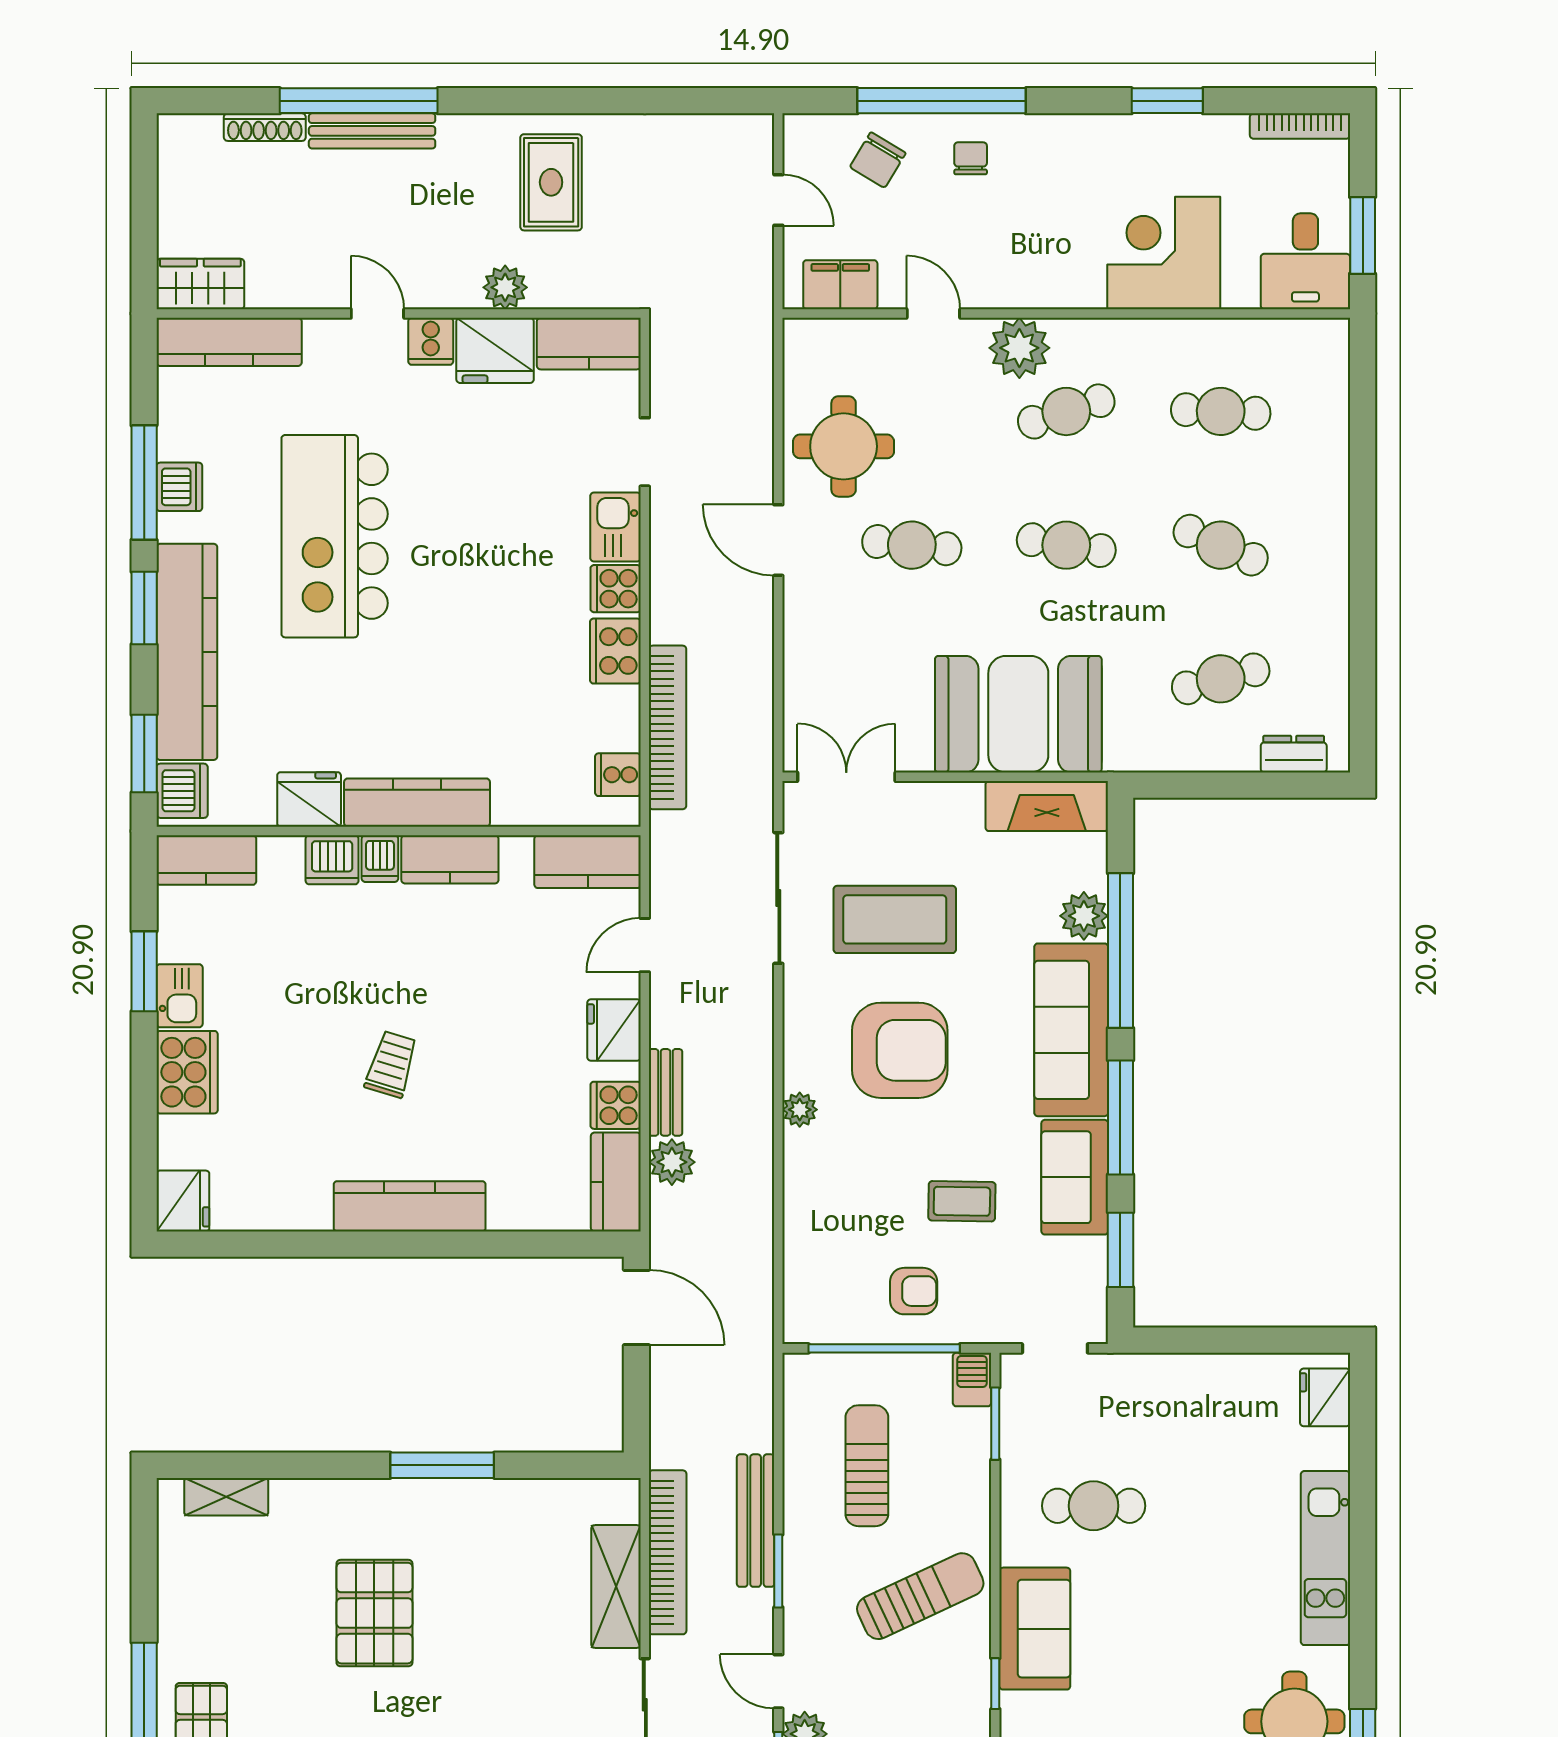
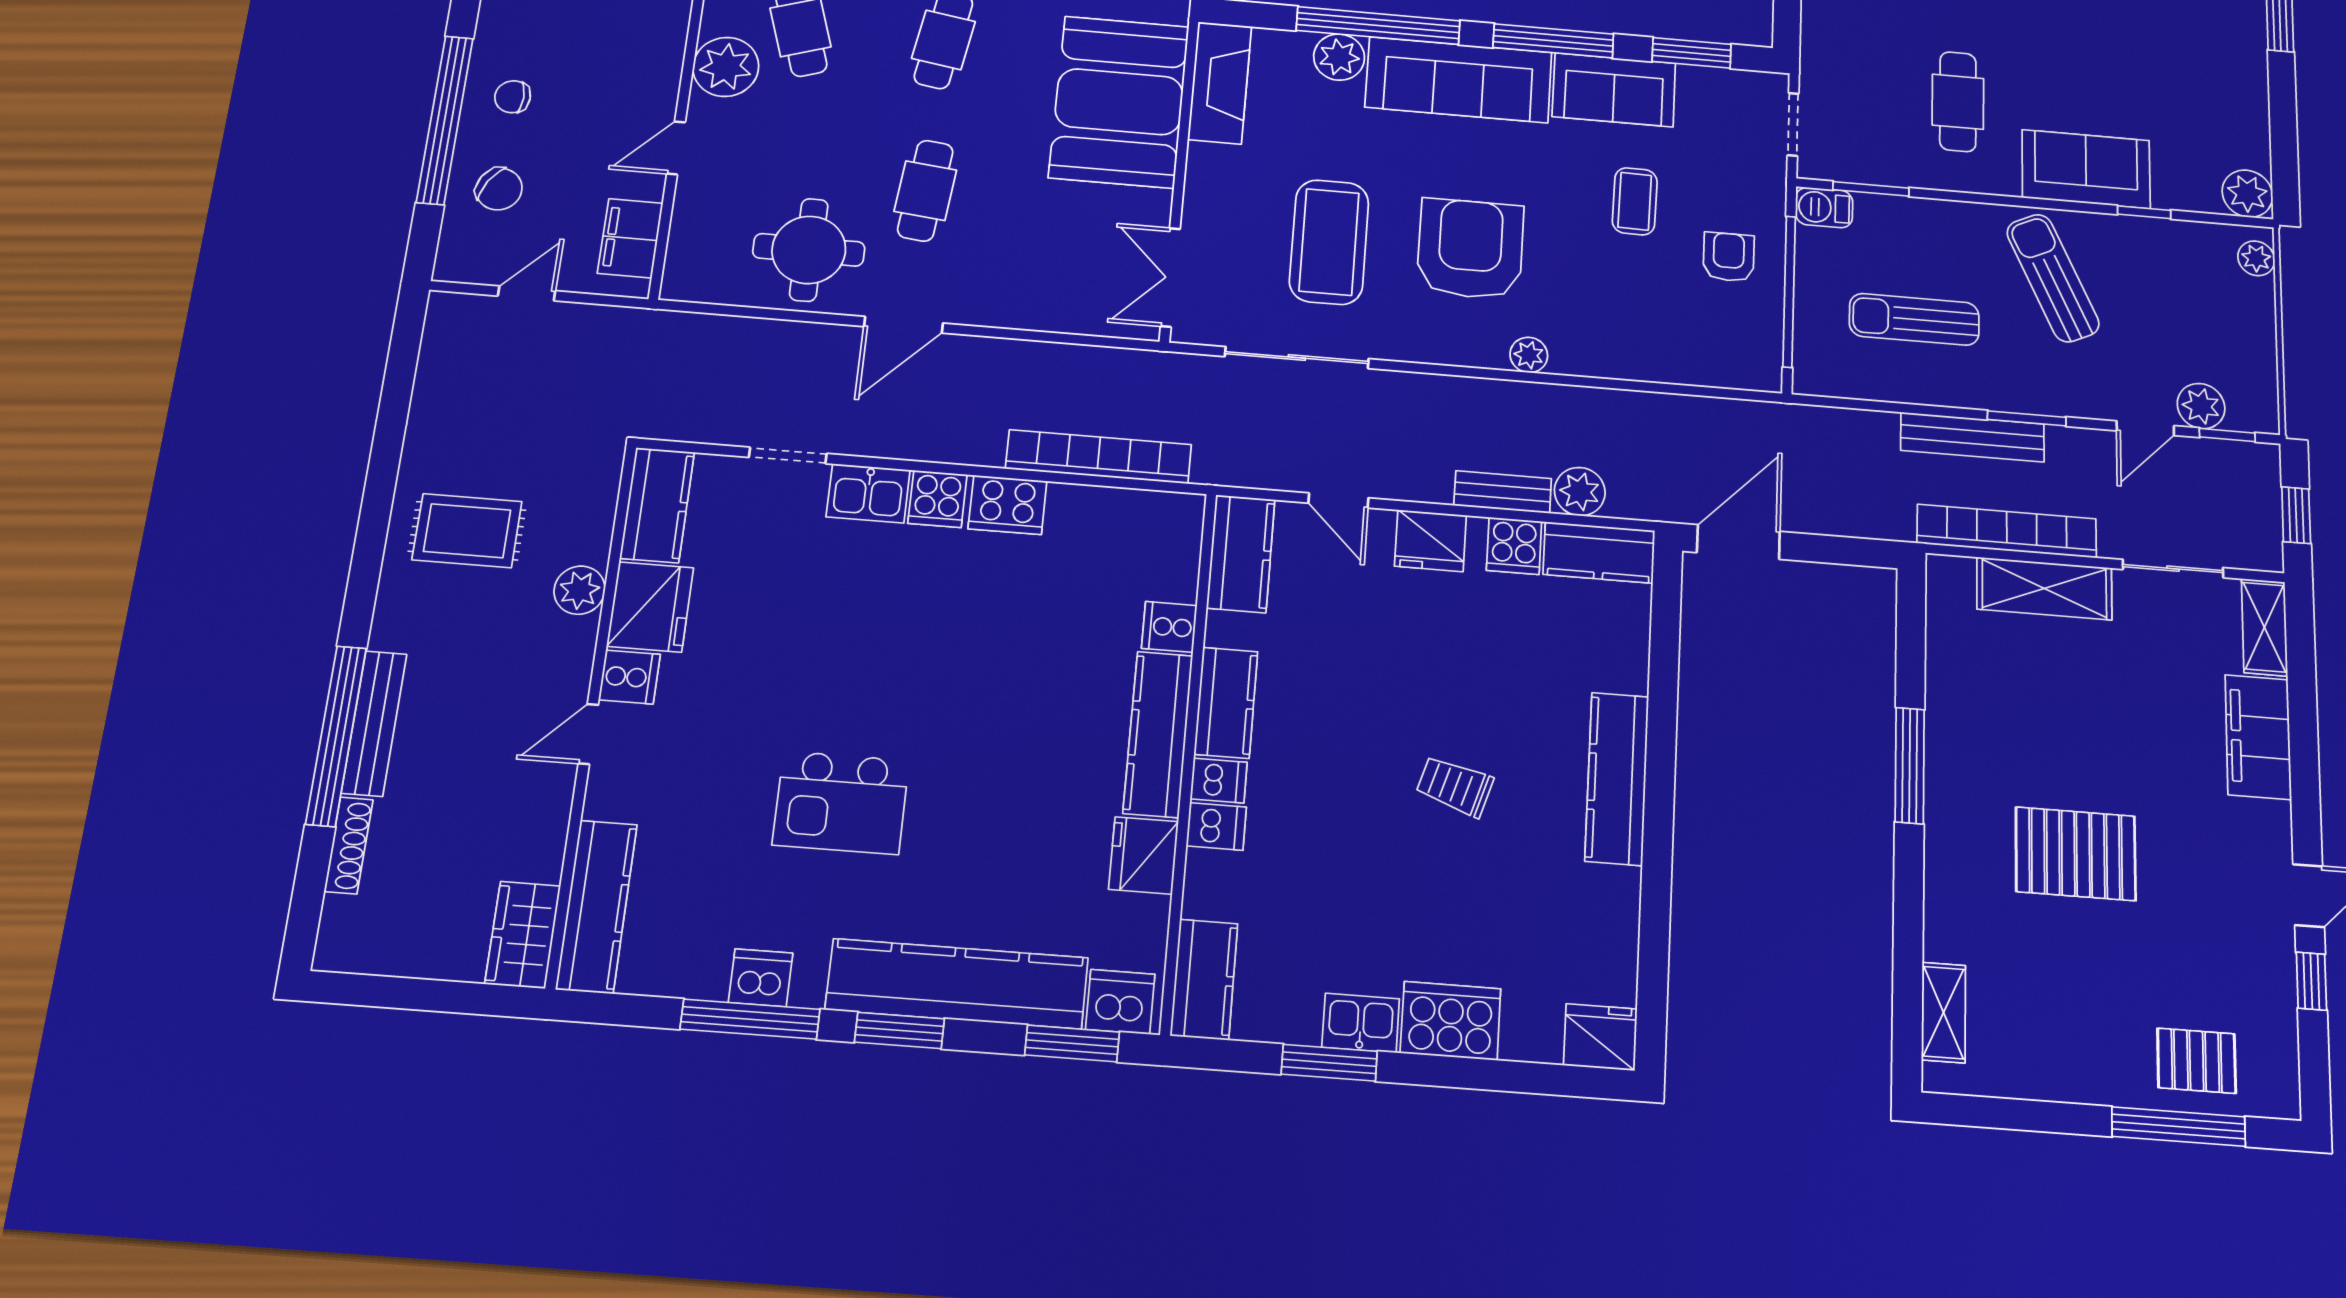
kitchen island: (335, 536) -> (841, 803), width x0.54, depth x0.78
cooker: (618, 775) -> (1169, 627), moved, turned 90
dishwasher: (332, 860) -> (1216, 826), width x0.73

